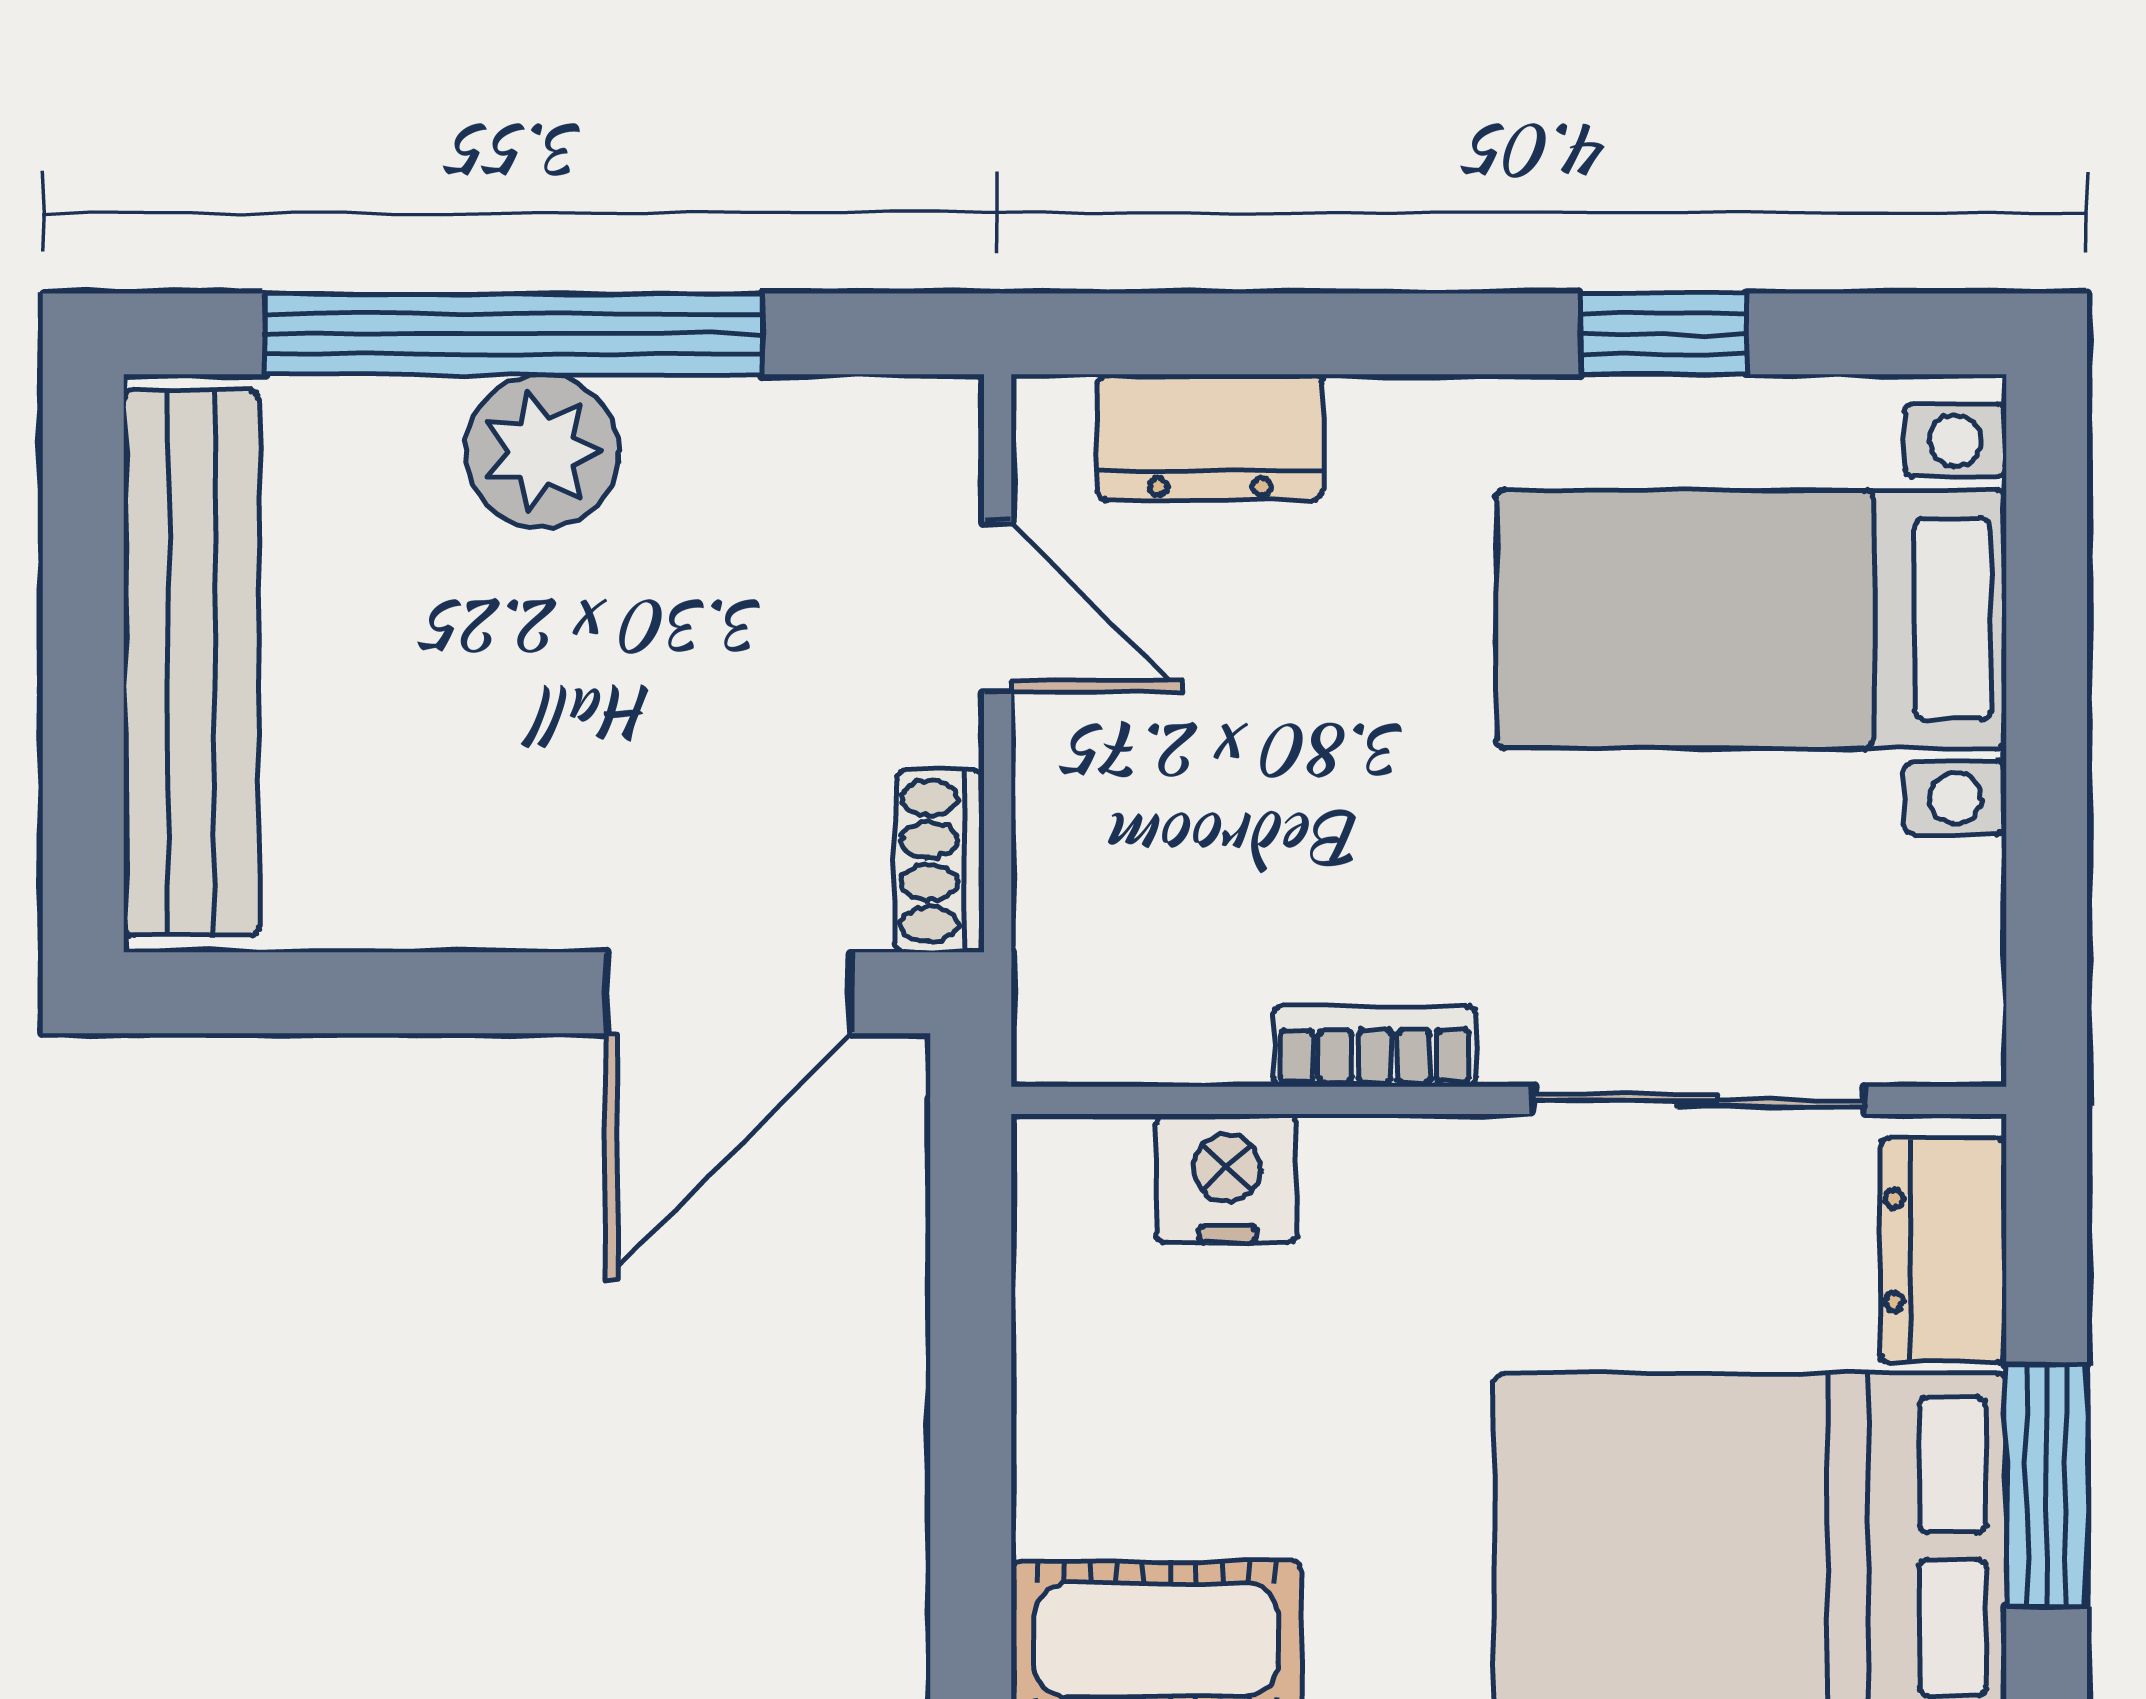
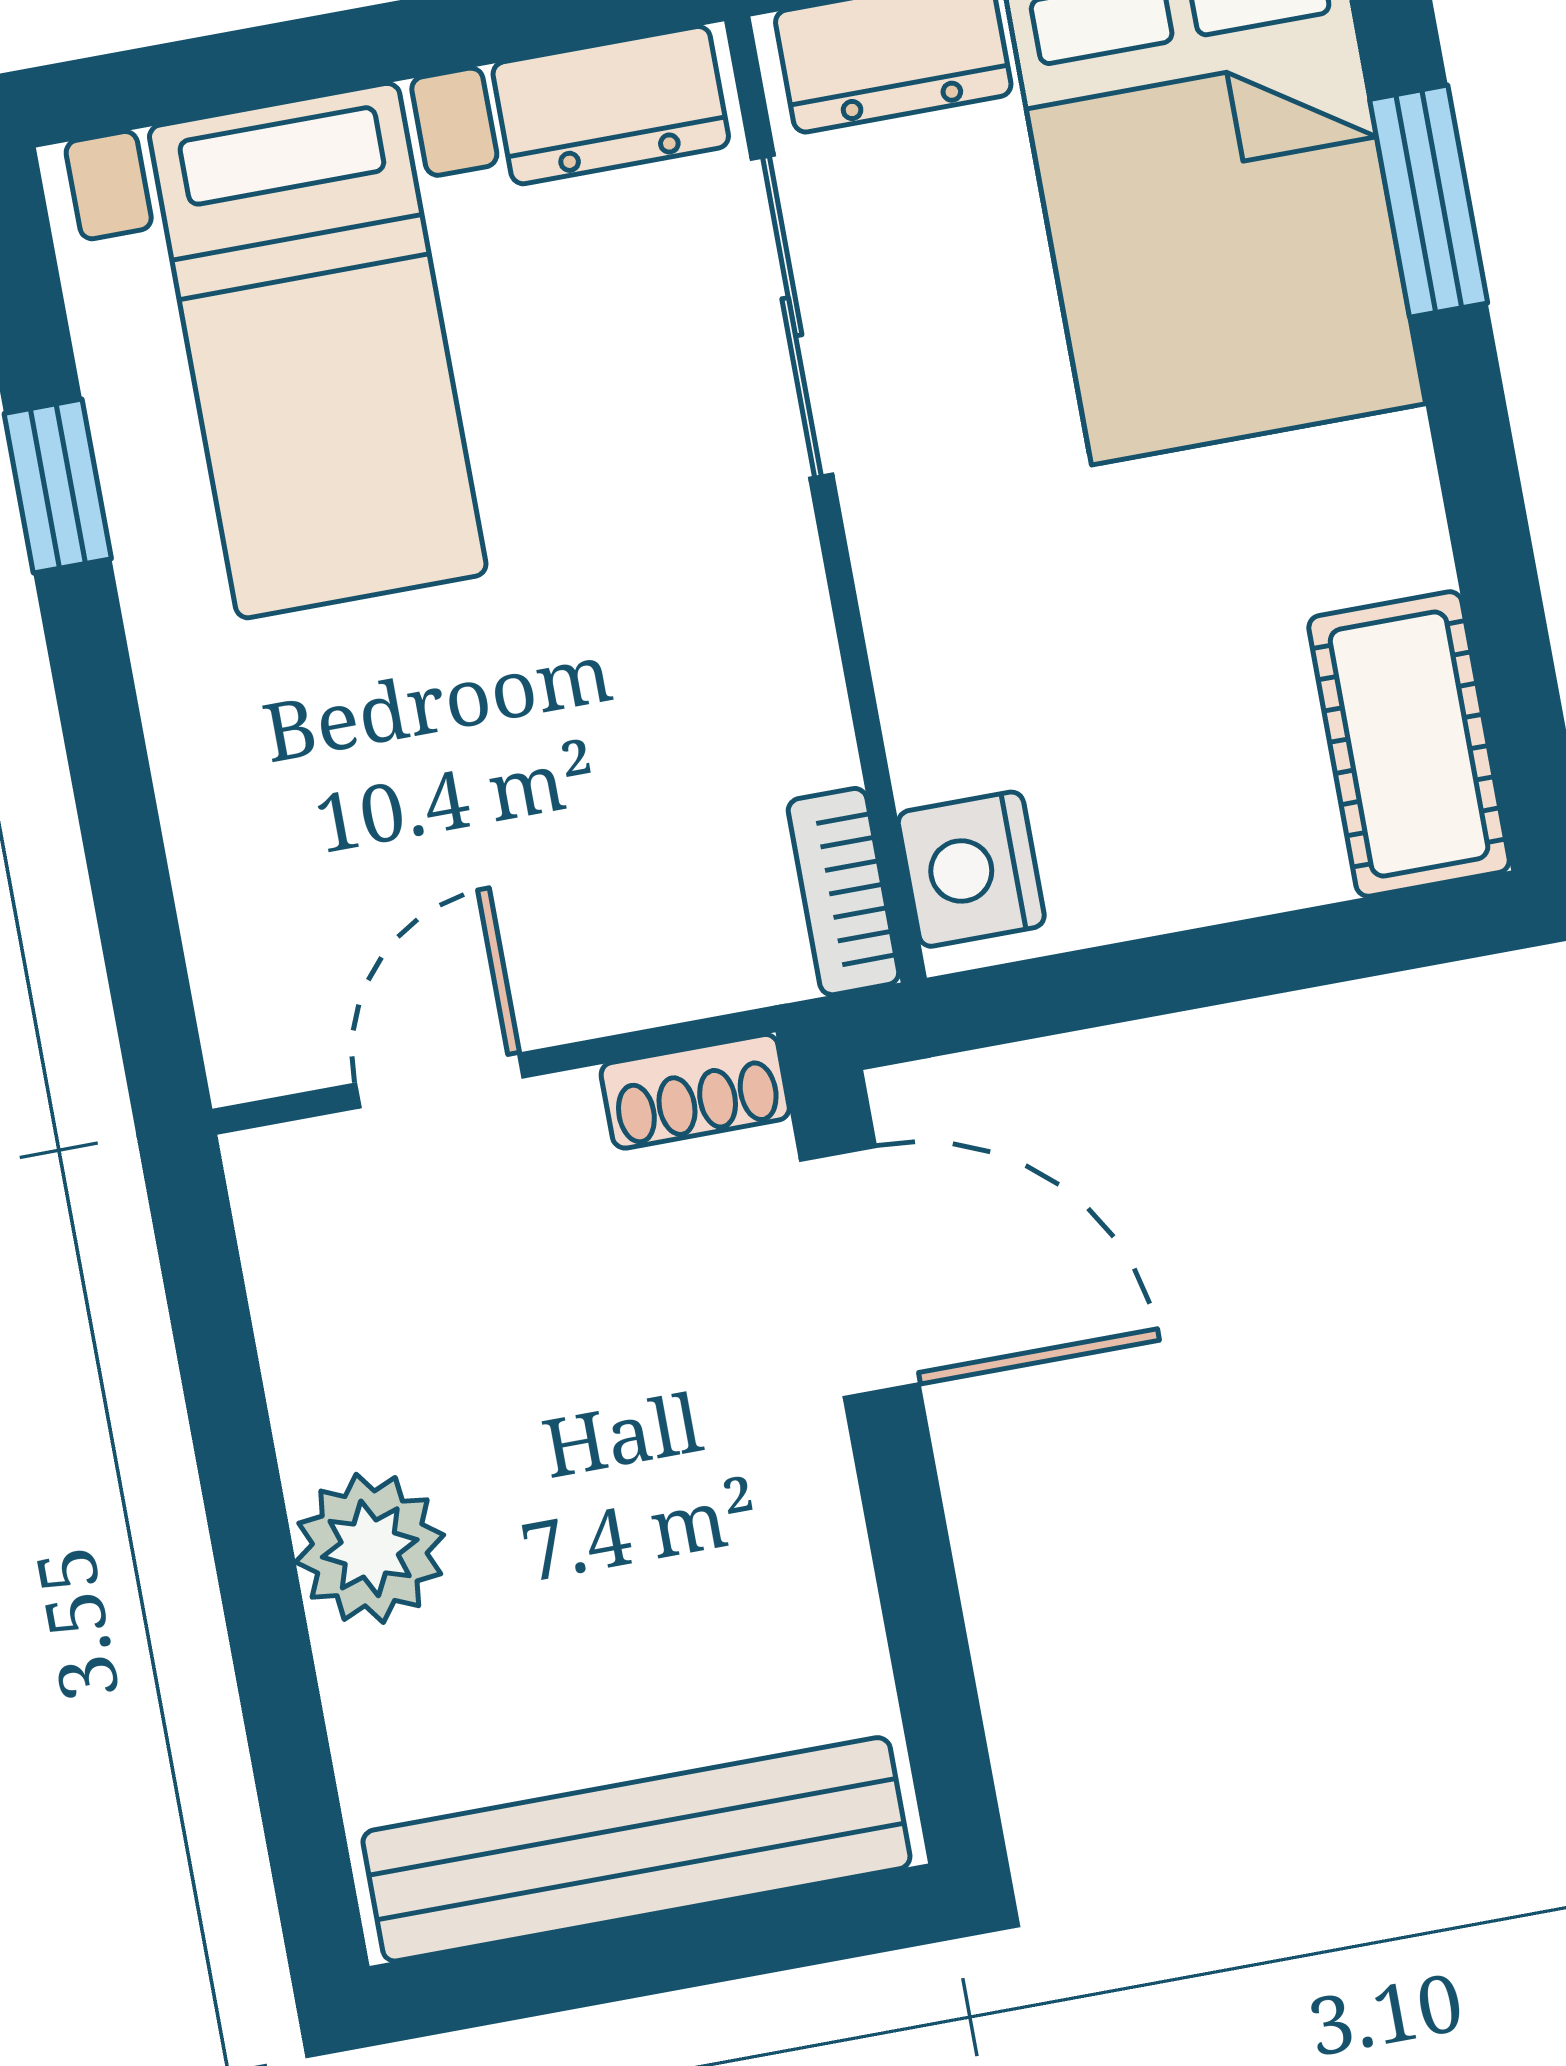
window: (513, 334) -> (262, 1597), removed
dresser: (1210, 437) -> (611, 105), moved, turned 90
bookcase: (1375, 1046) -> (843, 892), moved
nightstand: (1227, 1179) -> (971, 869), moved

